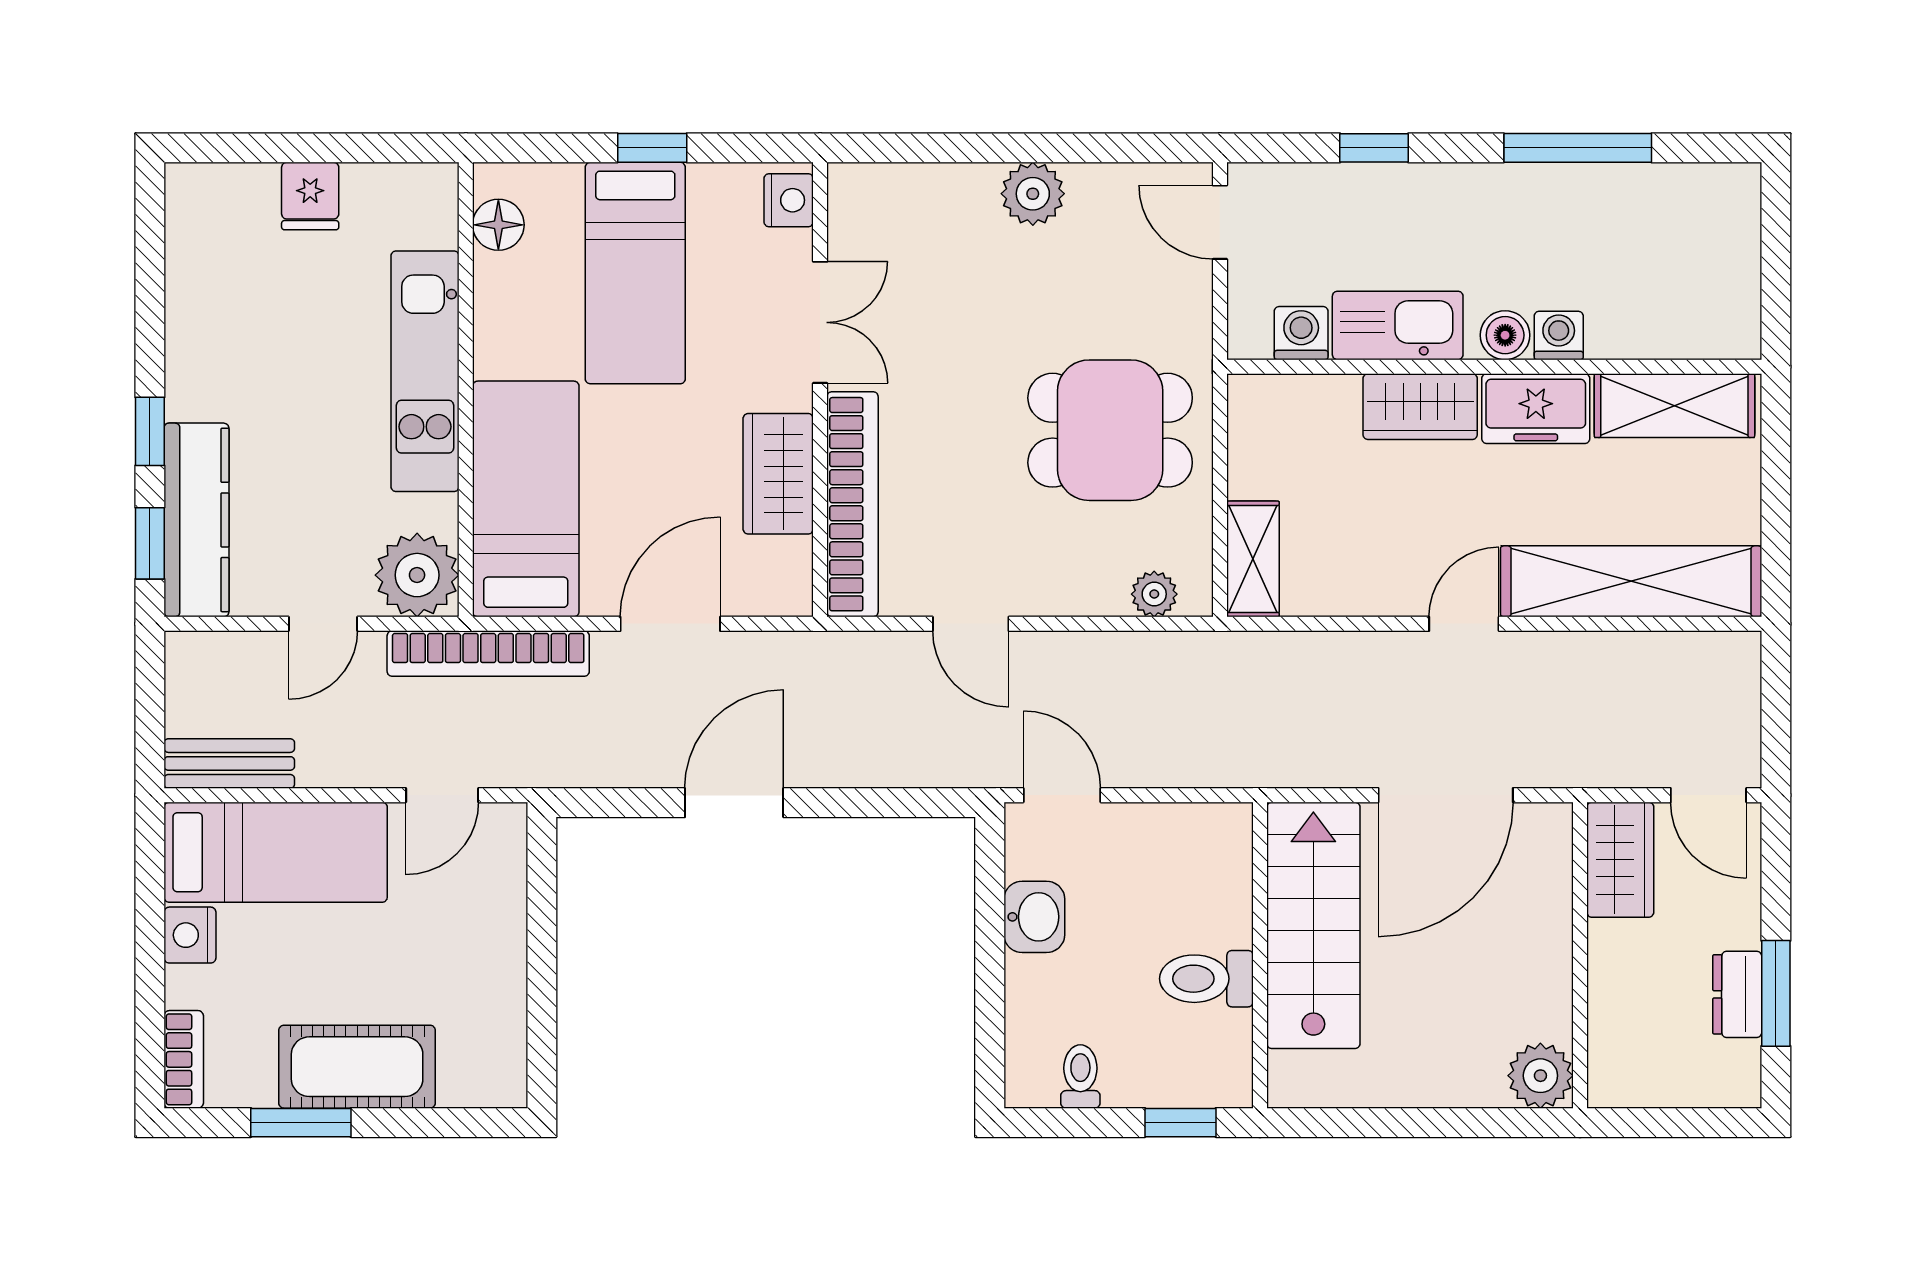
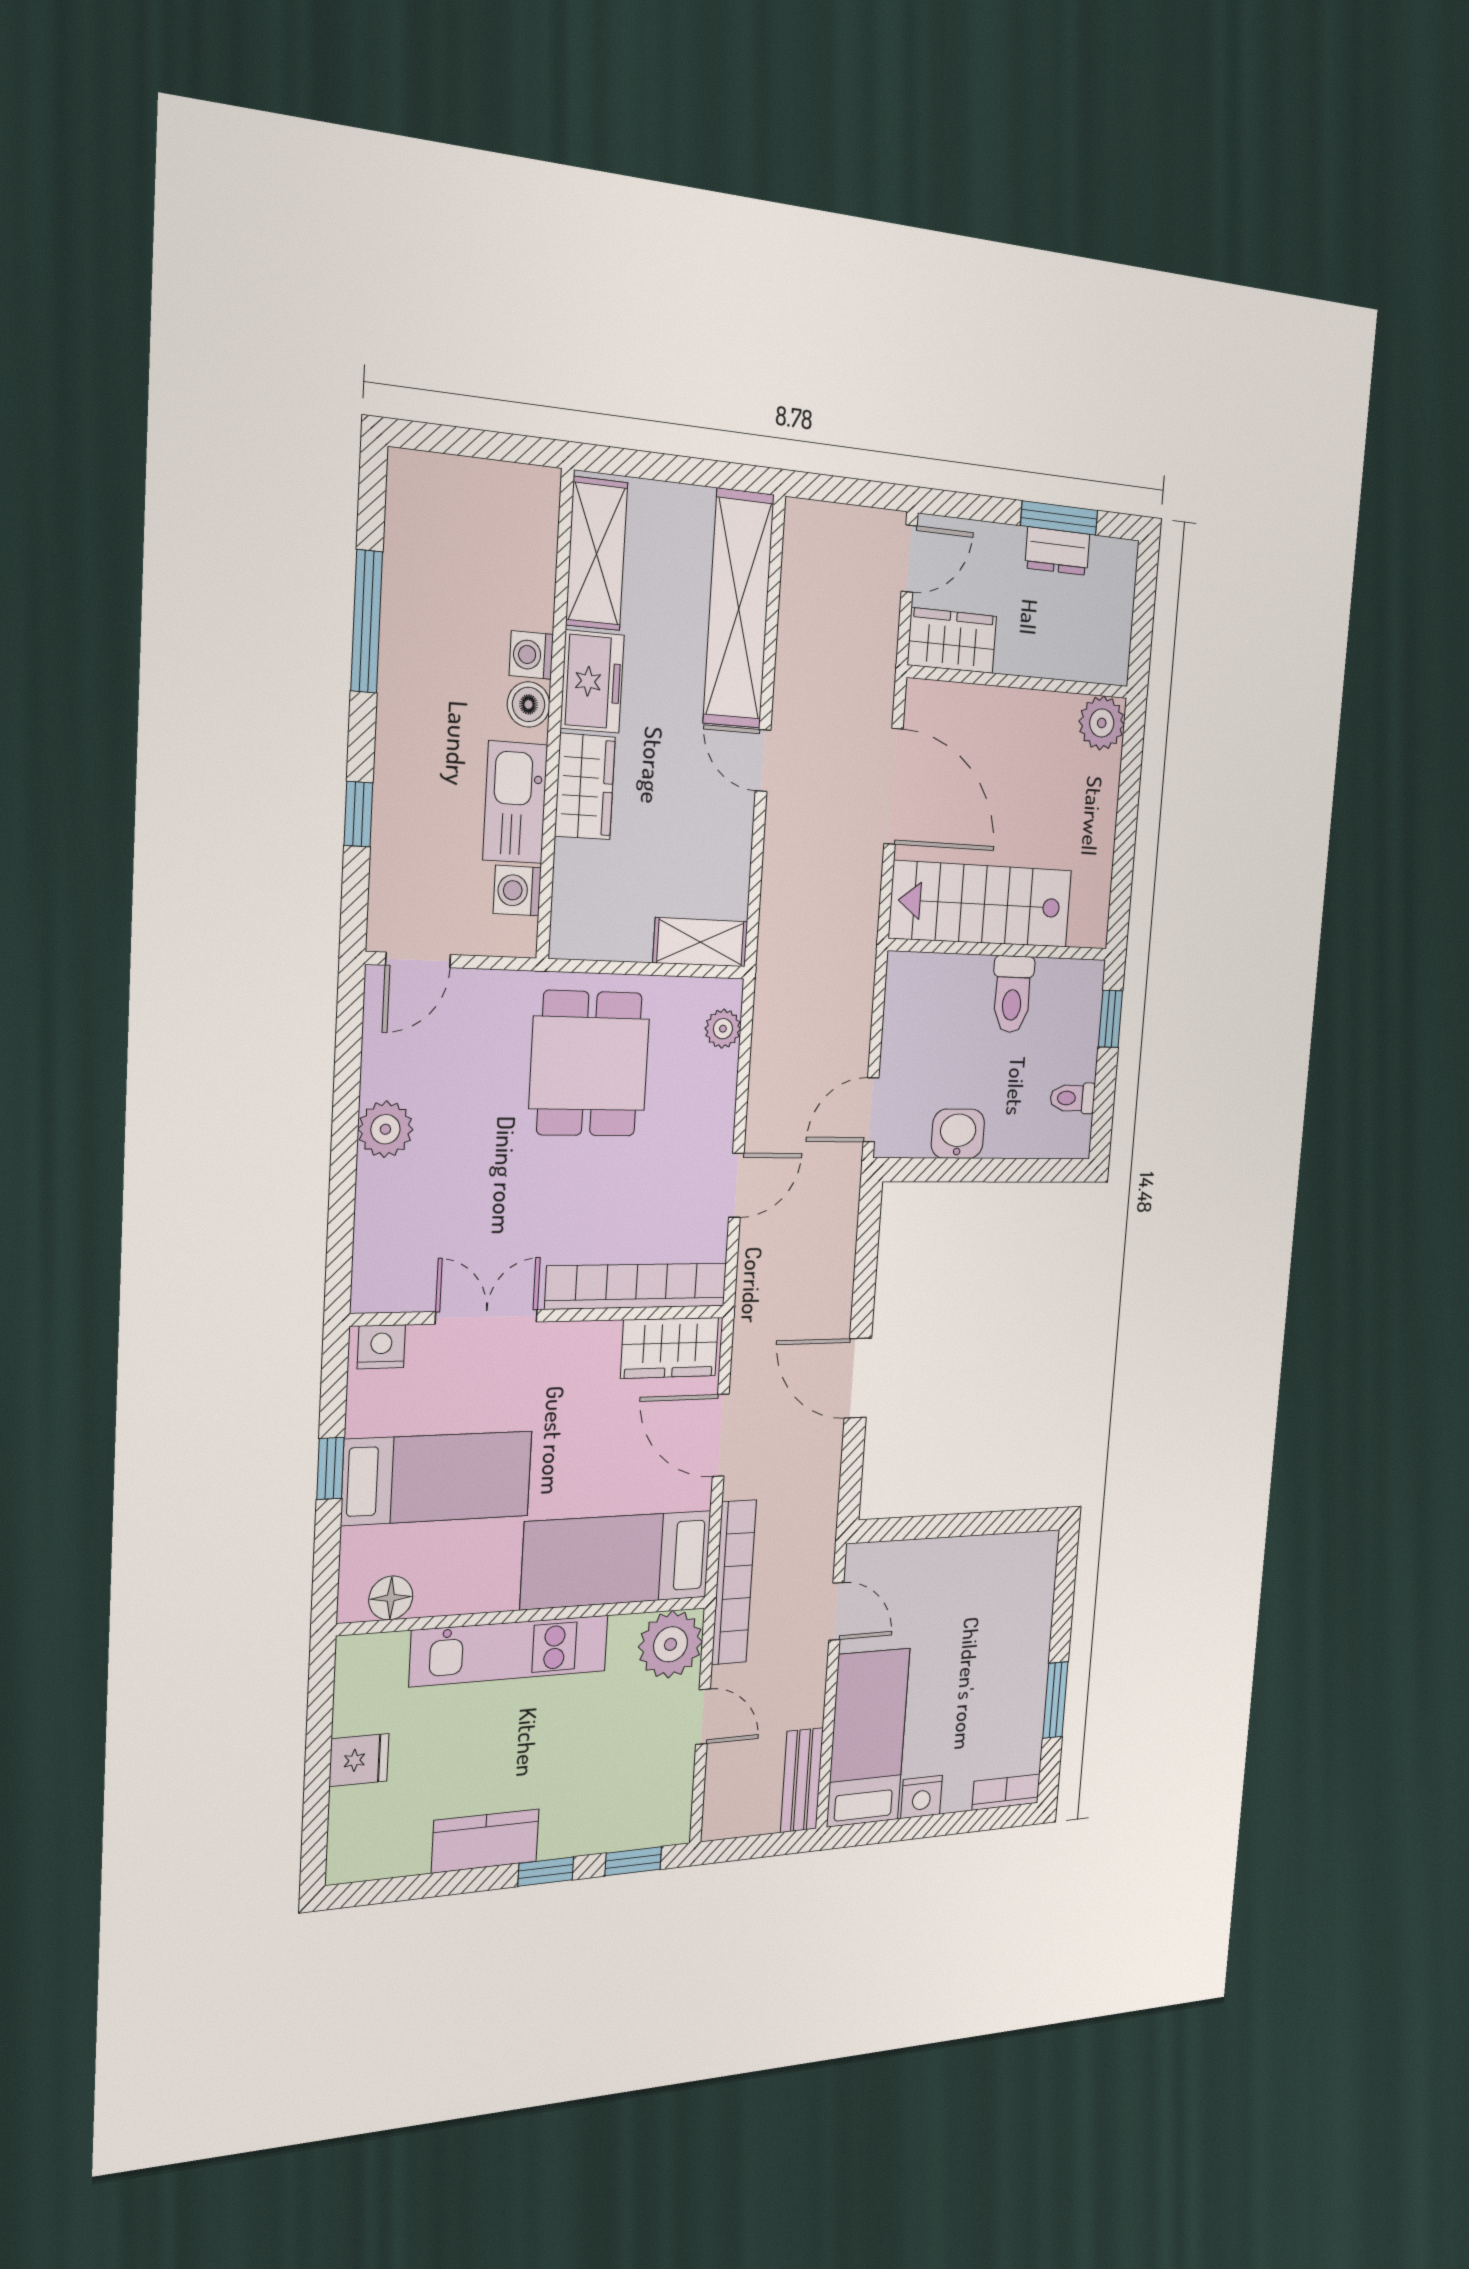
wardrobe: (778, 474) -> (670, 1348), moved
kitchen counter: (196, 520) -> (485, 1841), moved, width x0.67
cot: (357, 1067) -> (1021, 1661), removed

